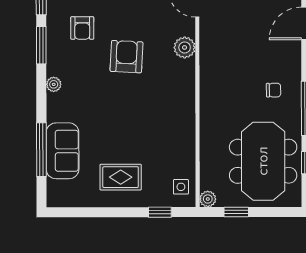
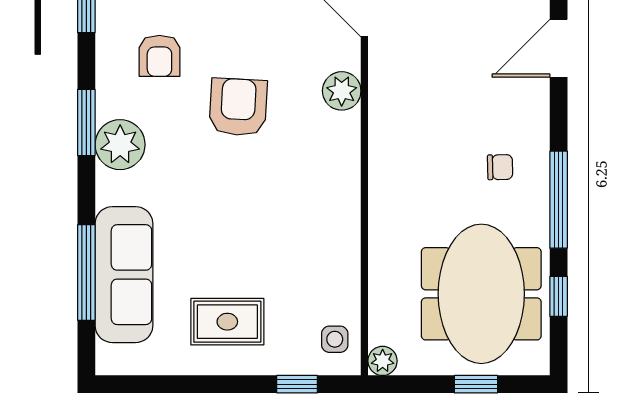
window: (41, 45) -> (86, 122), moved
plant: (54, 84) -> (120, 145), width x1.87, depth x1.87
sofa: (63, 151) -> (124, 275), width x1.36
window: (236, 212) -> (476, 384), moved

